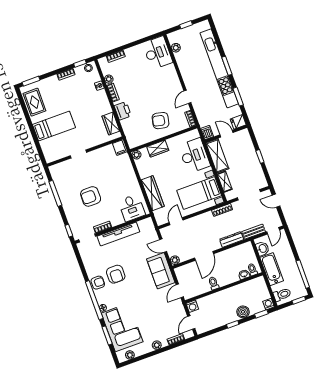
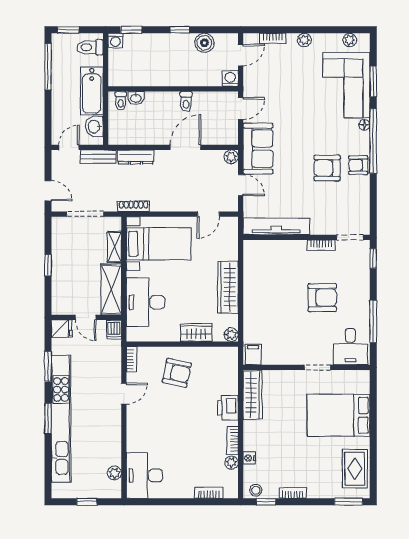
wardrobe: (111, 124) -> (253, 395), width x1.50
bed: (54, 126) -> (339, 415), width x1.50
wardrobe: (153, 193) -> (228, 287), moved
desk: (132, 208) -> (350, 347), moved, turned 180
tv unit: (118, 234) -> (276, 226), moved
armchair: (116, 274) -> (327, 168), turned -90
boiler: (243, 312) -> (204, 43), moved

